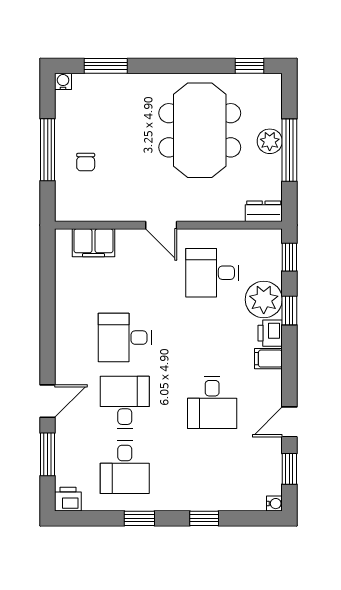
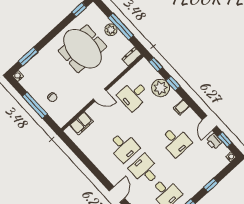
printer: (270, 333) -> (214, 142), moved
desk: (125, 338) -> (124, 147), turned -90

